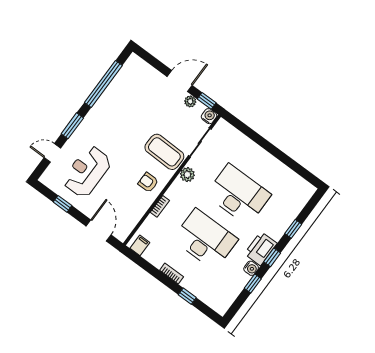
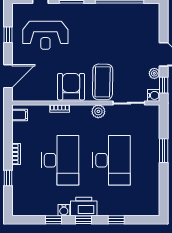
window: (263, 143) -> (164, 151), added
reception desk: (87, 172) -> (45, 35), turned 180
armchair: (148, 182) -> (71, 87), width x1.88, depth x1.88

